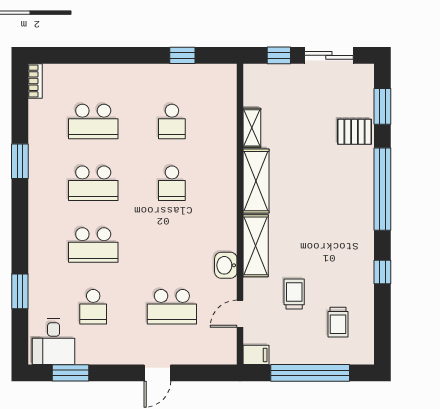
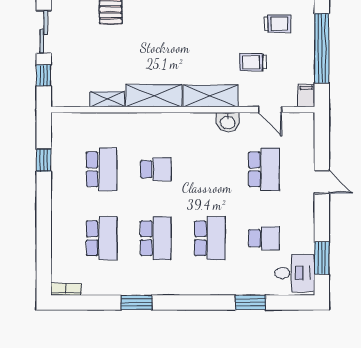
school desk: (172, 121) -> (102, 169), width x1.85

